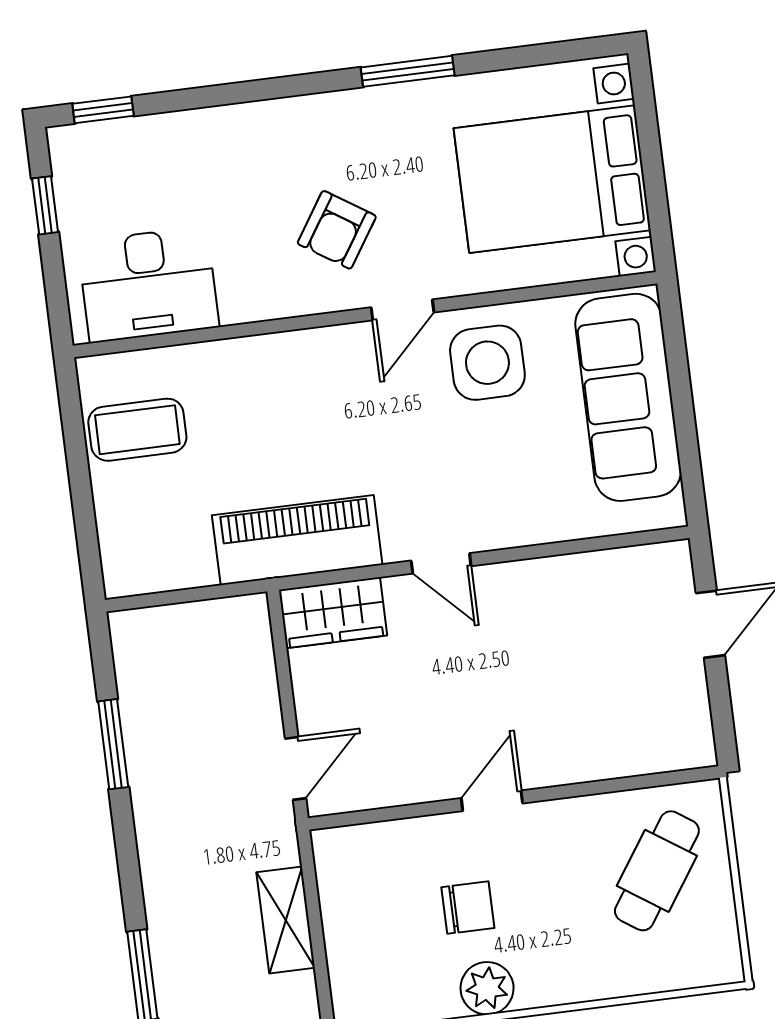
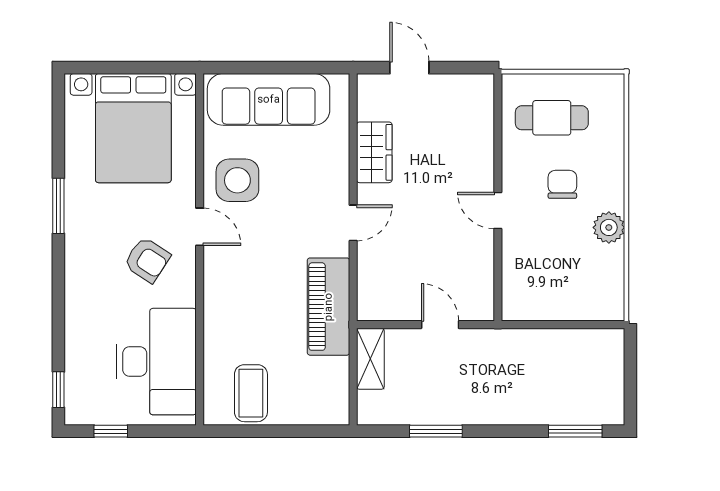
desk: (148, 284) -> (156, 362), width x1.36, depth x1.30
wardrobe: (333, 613) -> (374, 152), moved
door: (296, 768) -> (440, 325), moved
cafe table: (657, 871) -> (552, 118), turned -34
chair: (468, 908) -> (562, 184), moved
shelving: (286, 920) -> (370, 359), moved, turned 90

